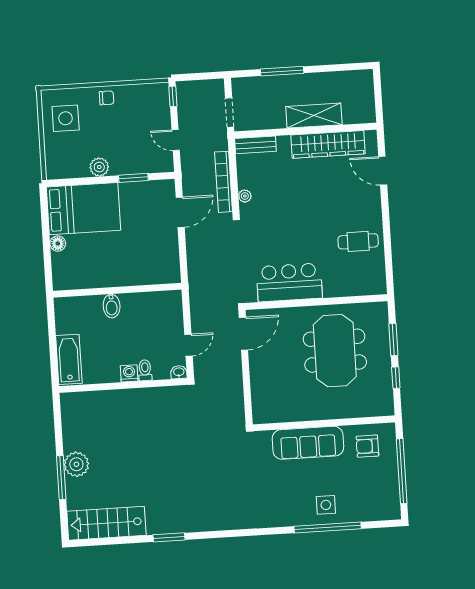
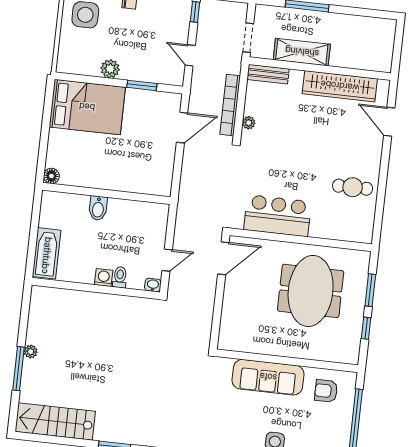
shelving: (314, 116) -> (302, 52), moved
floor lamp: (58, 244) -> (51, 176), moved
plant: (76, 464) -> (31, 352), width x0.53, depth x0.53

